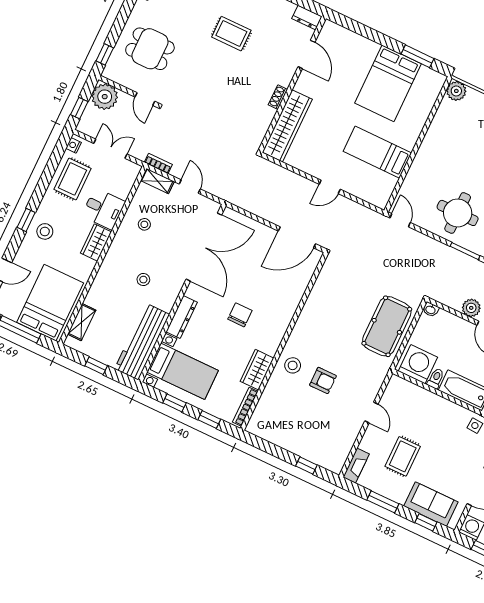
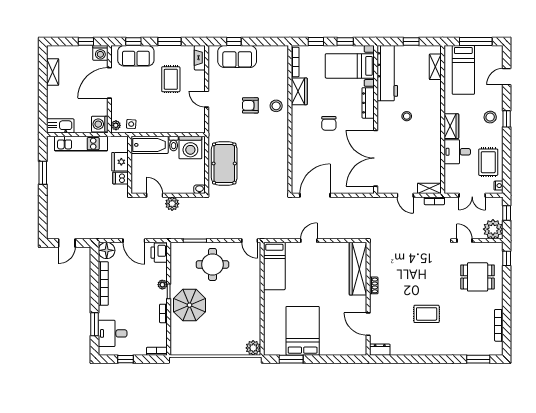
bed: (377, 152) -> (274, 266), moved, turned 90
stool: (144, 224) -> (424, 154), removed
bed: (50, 303) -> (463, 70), width x0.67
sofa: (311, 446) -> (237, 56), added

